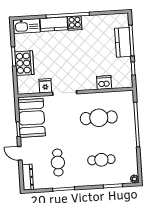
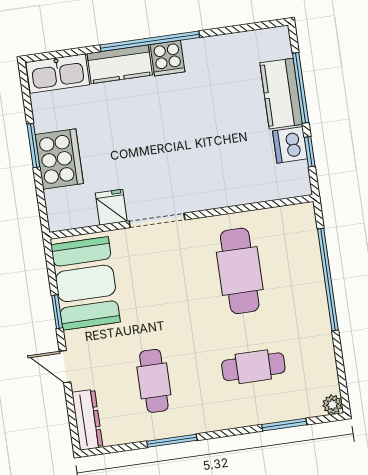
dishwasher: (104, 83) -> (290, 145), moved, turned -90
cafe table: (99, 118) -> (240, 271), turned 90

